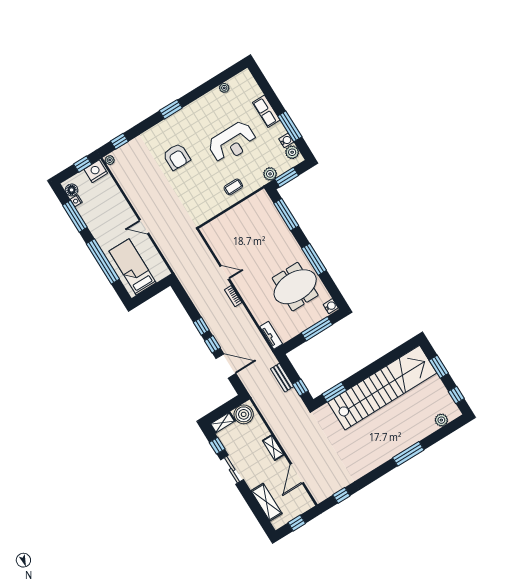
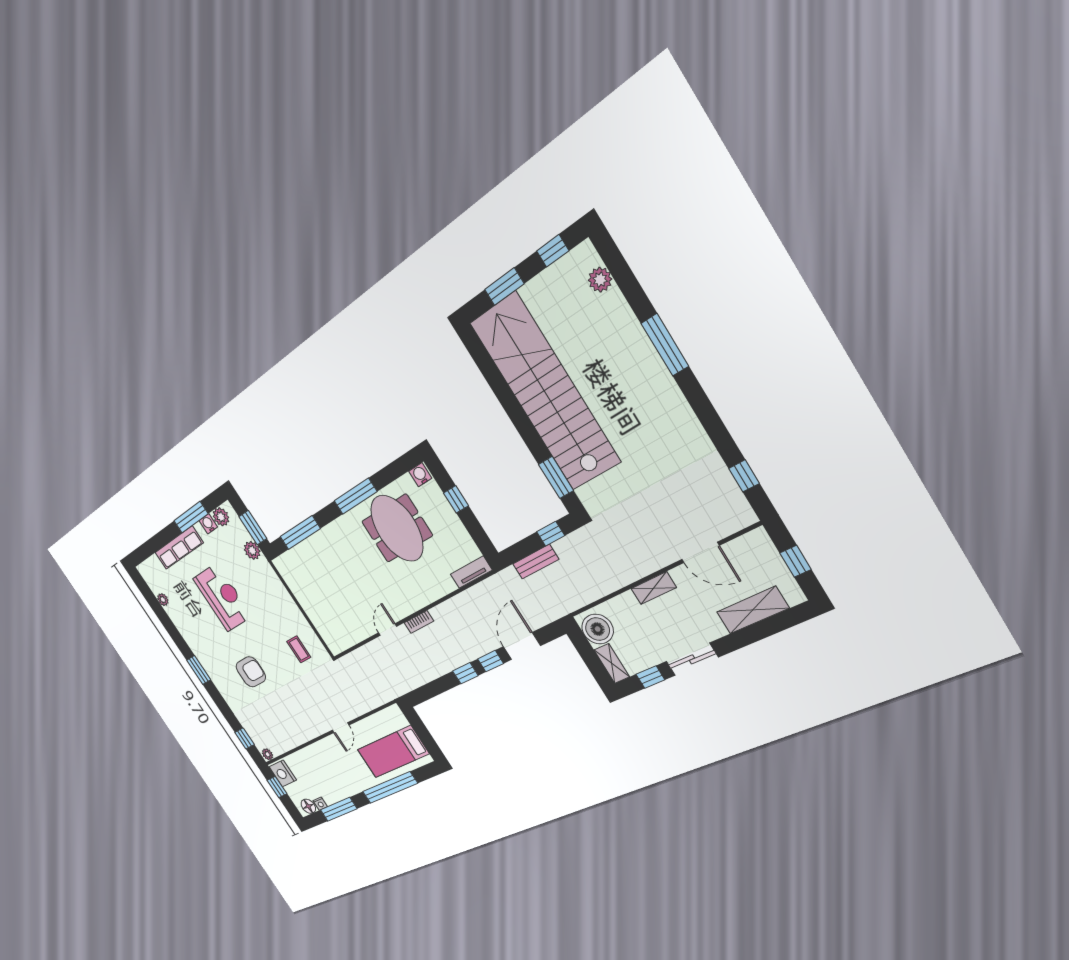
row of seats: (266, 111) -> (179, 548), width x1.48
coffee table: (233, 187) -> (299, 649), moved
window: (317, 329) -> (456, 499), width x0.46

